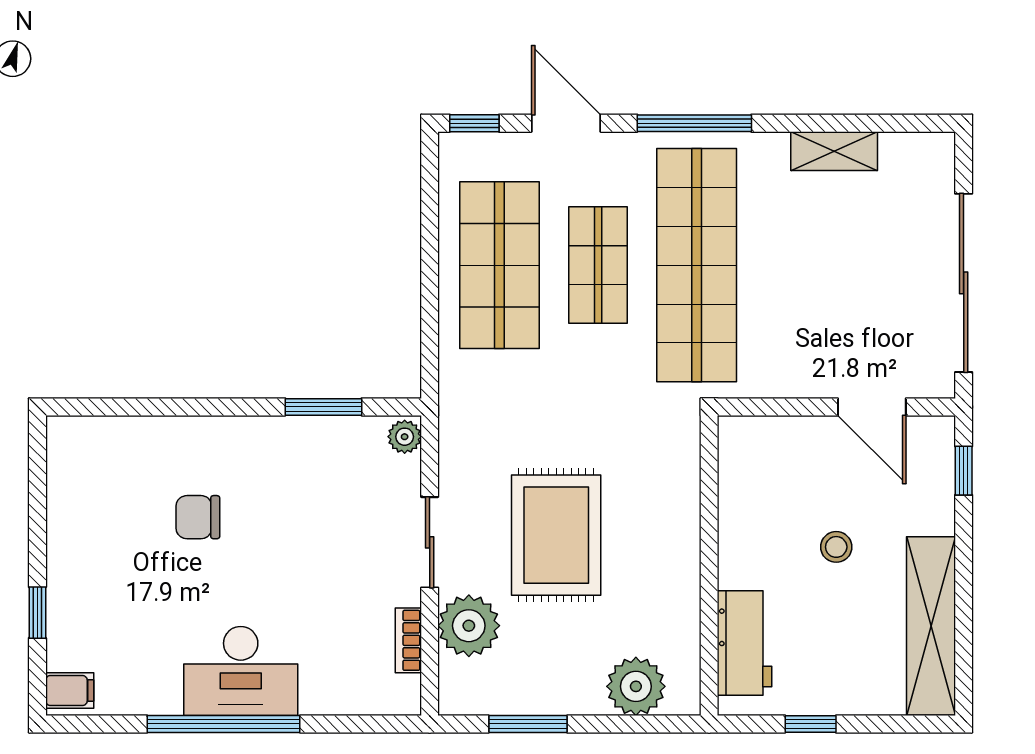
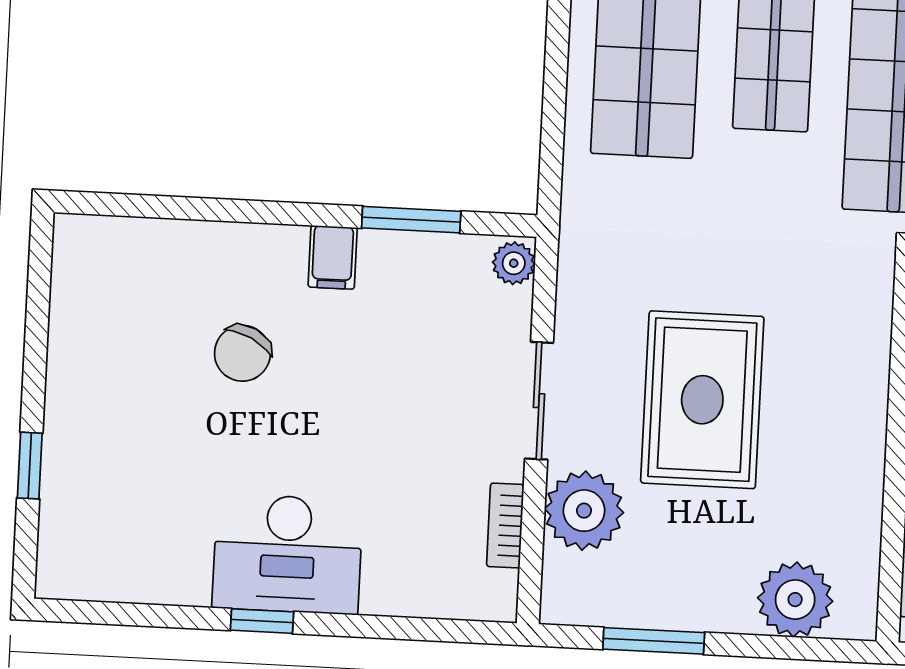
chair: (198, 517) -> (242, 353), turned -63
filing cabinet: (70, 691) -> (333, 257), moved, turned 90
window: (224, 724) -> (262, 621), width x0.32

